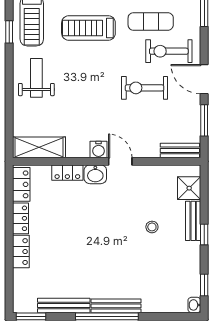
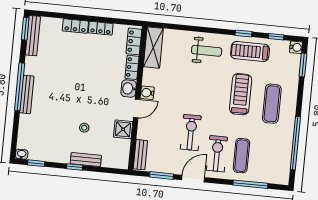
exercise mat: (151, 21) -> (241, 156), moved
locker: (21, 184) -> (134, 41), moved, turned 90
shower: (189, 188) -> (123, 129), moved
bench: (64, 305) -> (33, 36), moved

